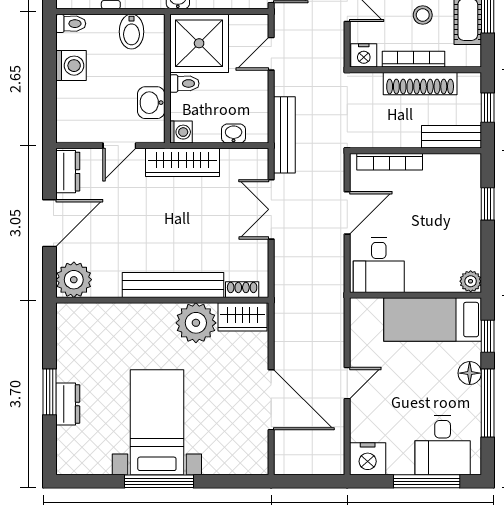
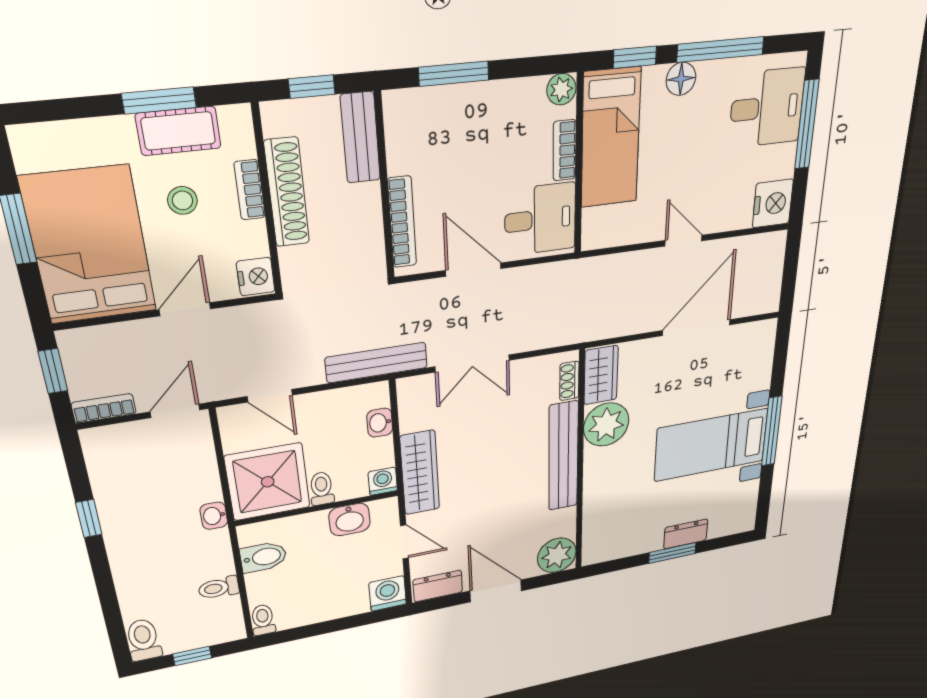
bookcase: (414, 59) -> (250, 190), width x0.64
washing machine: (71, 66) -> (388, 593), moved
window: (488, 204) -> (454, 74), width x1.50
bookcase: (428, 284) -> (565, 150), added

